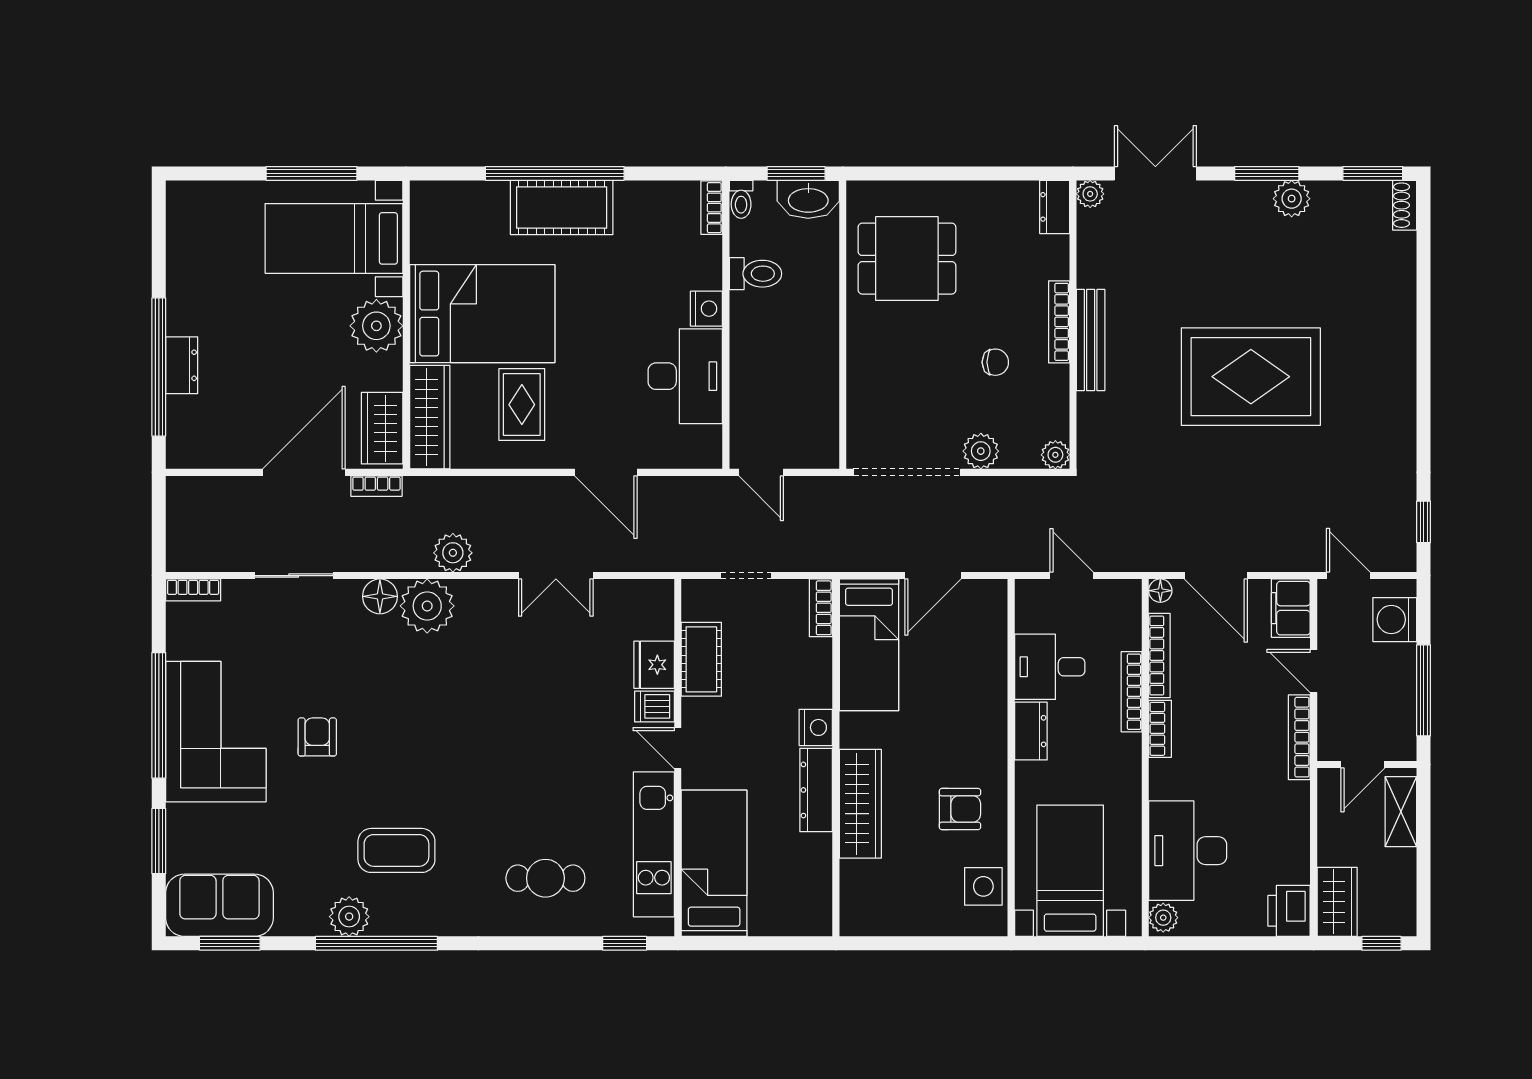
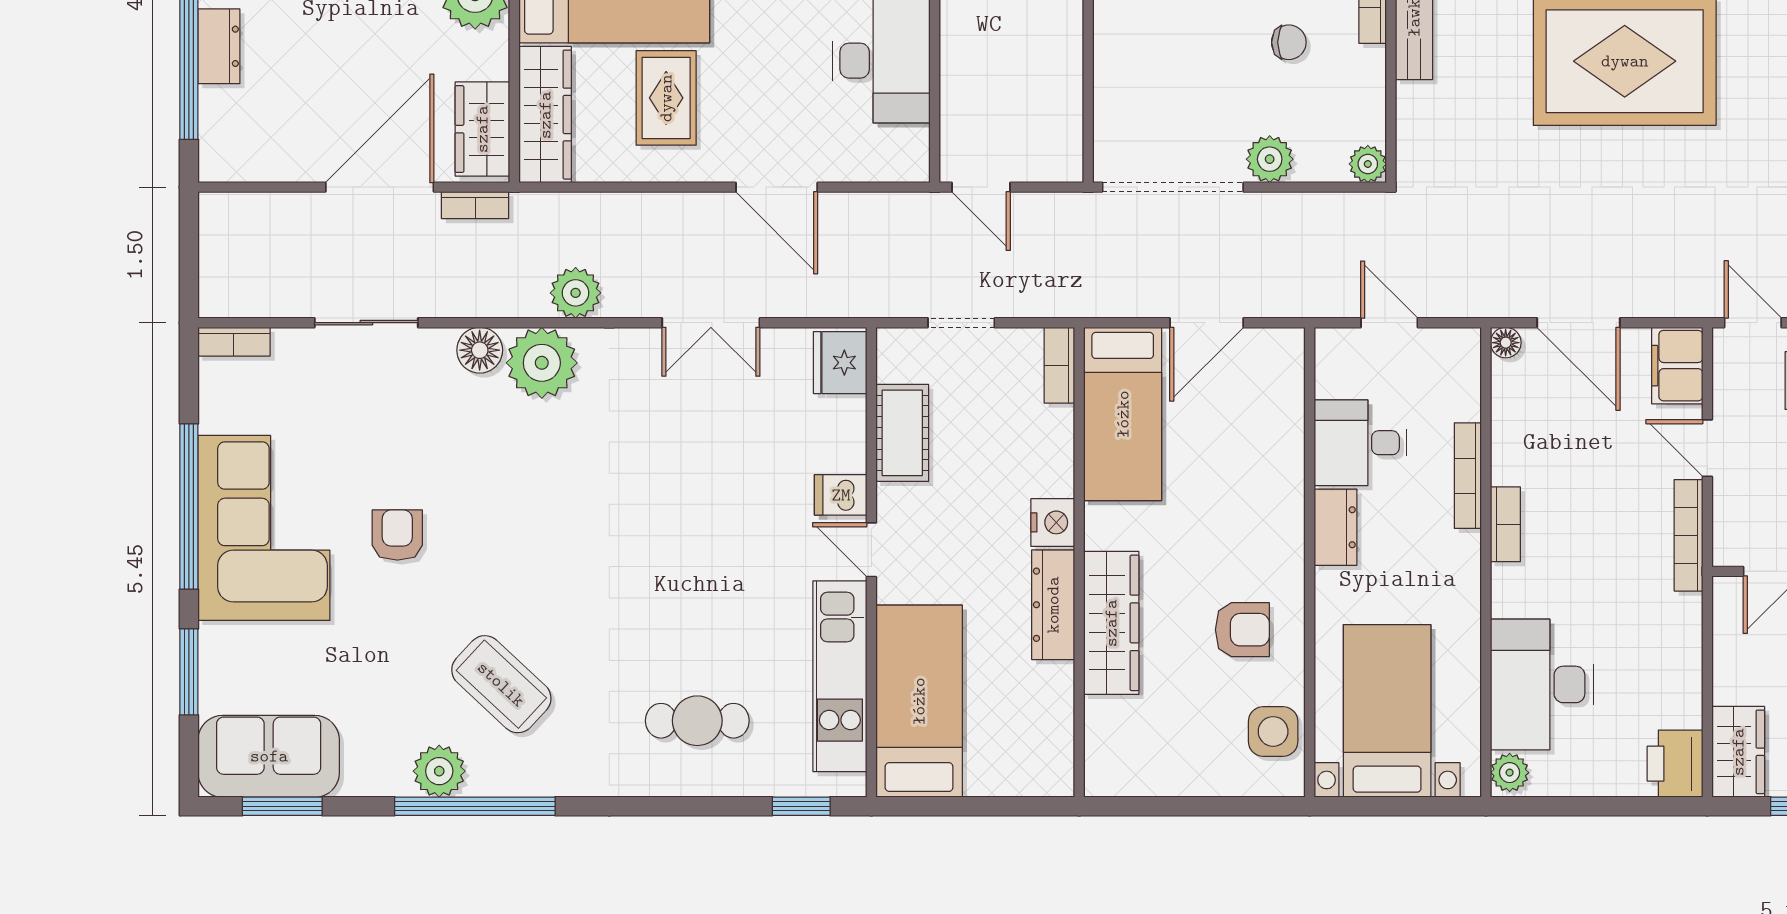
bookcase: (1159, 656) -> (1505, 428), removed
fridge: (654, 665) -> (840, 363), moved
coffee table: (396, 850) -> (501, 684), turned 43

